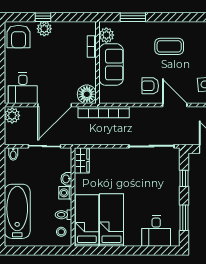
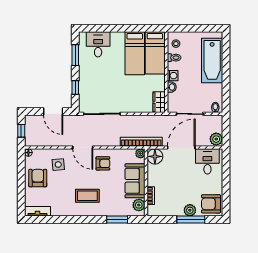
window: (43, 17) -> (191, 220), width x2.17
armchair: (19, 36) -> (211, 204), turned -90
plant: (105, 98) -> (140, 153), added

